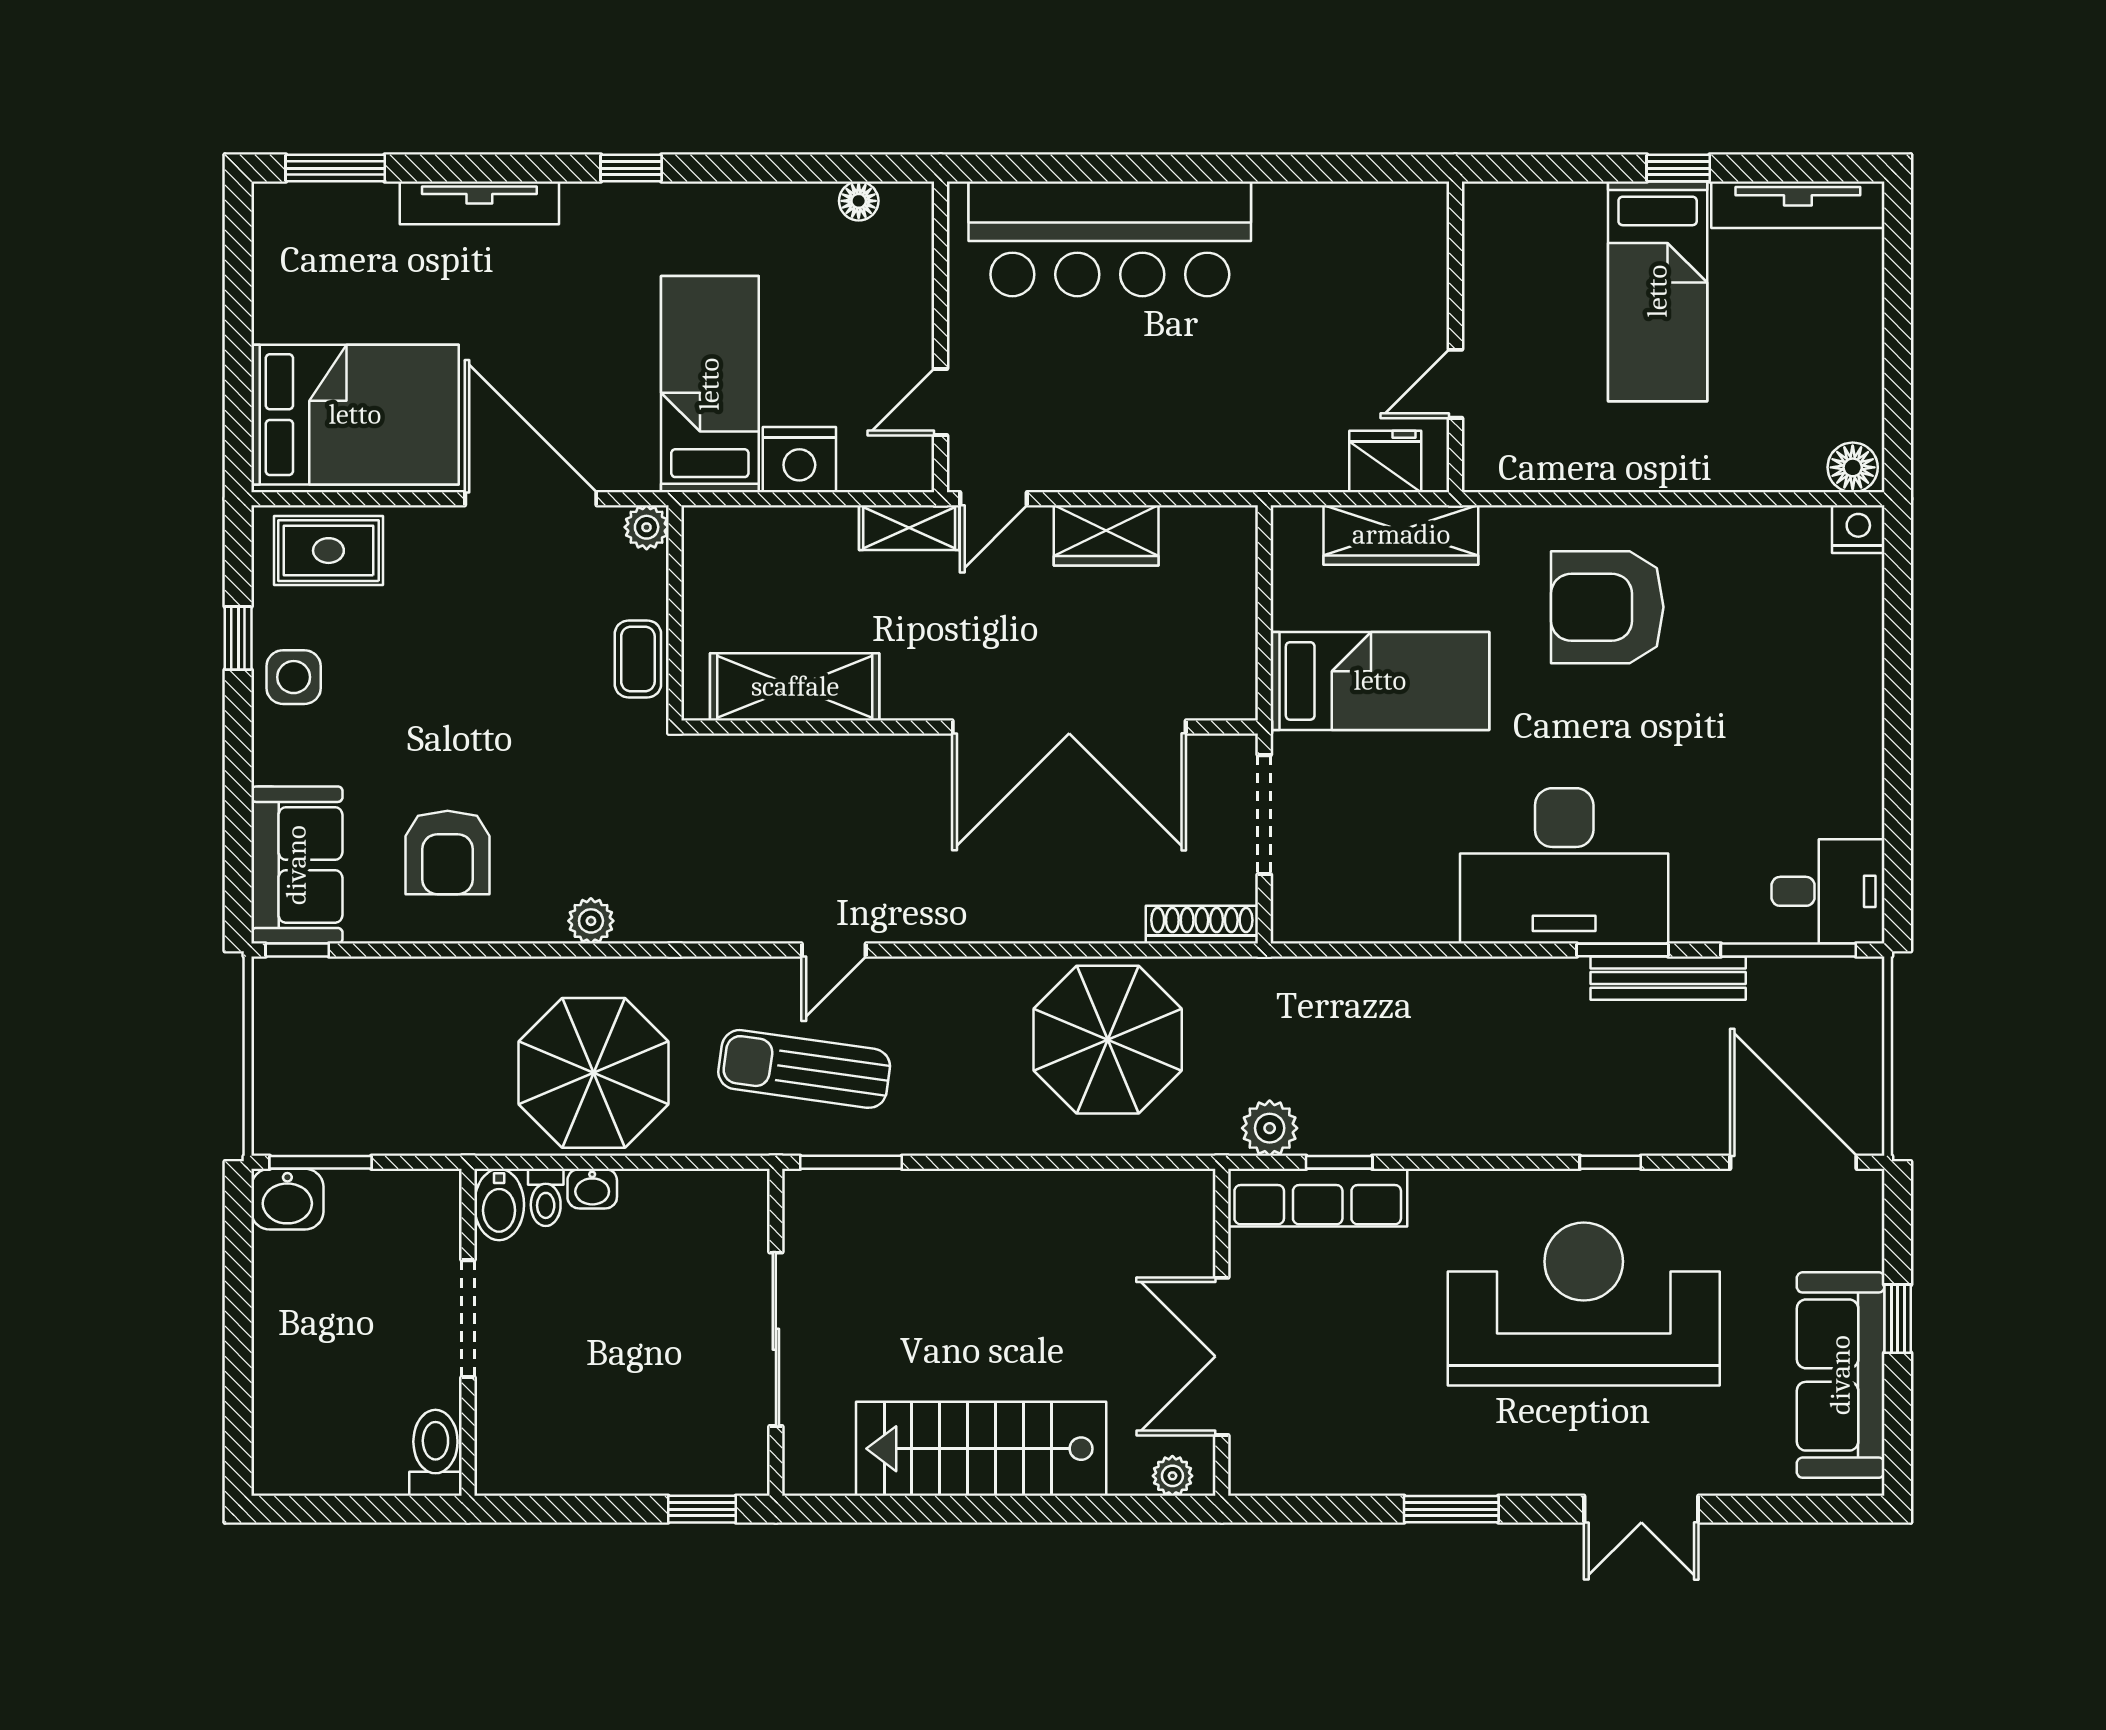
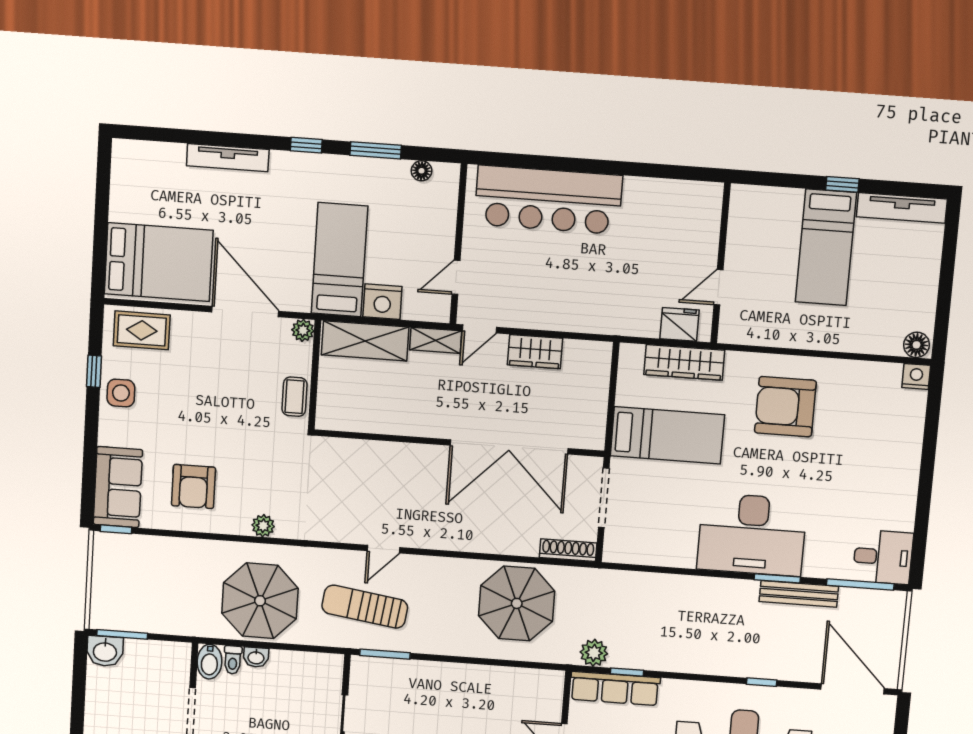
window: (335, 168) -> (376, 150), moved
shelving: (795, 687) -> (365, 341), moved

